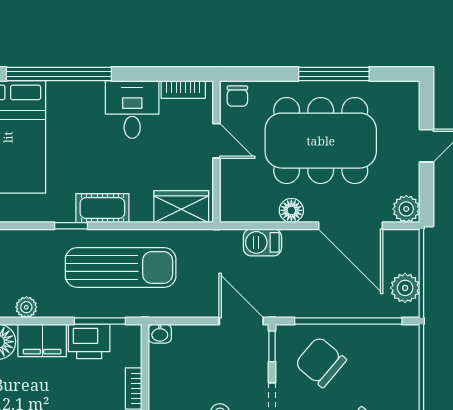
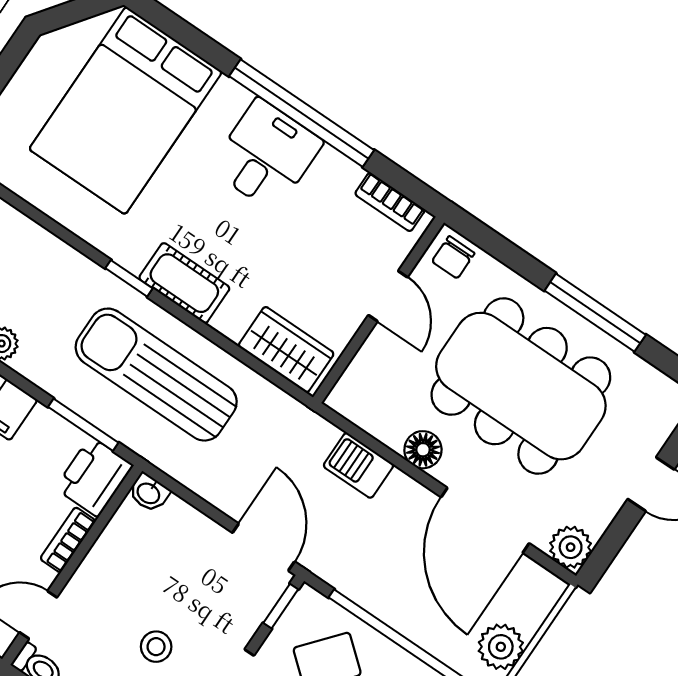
window: (59, 74) -> (302, 113), moved
desk: (132, 109) -> (266, 155), moved
sun lounger: (121, 267) -> (156, 375), turned 180
printer: (89, 341) -> (94, 477), moved, turned 90

